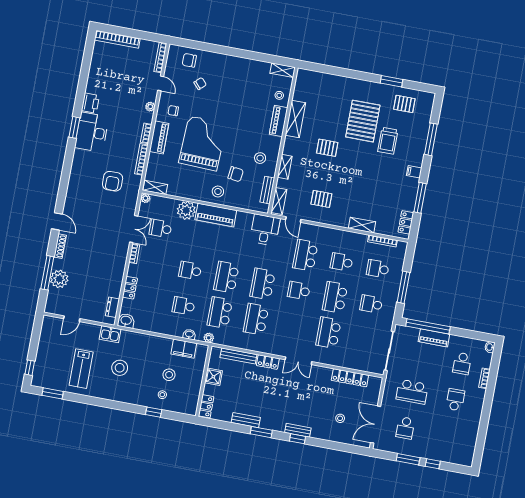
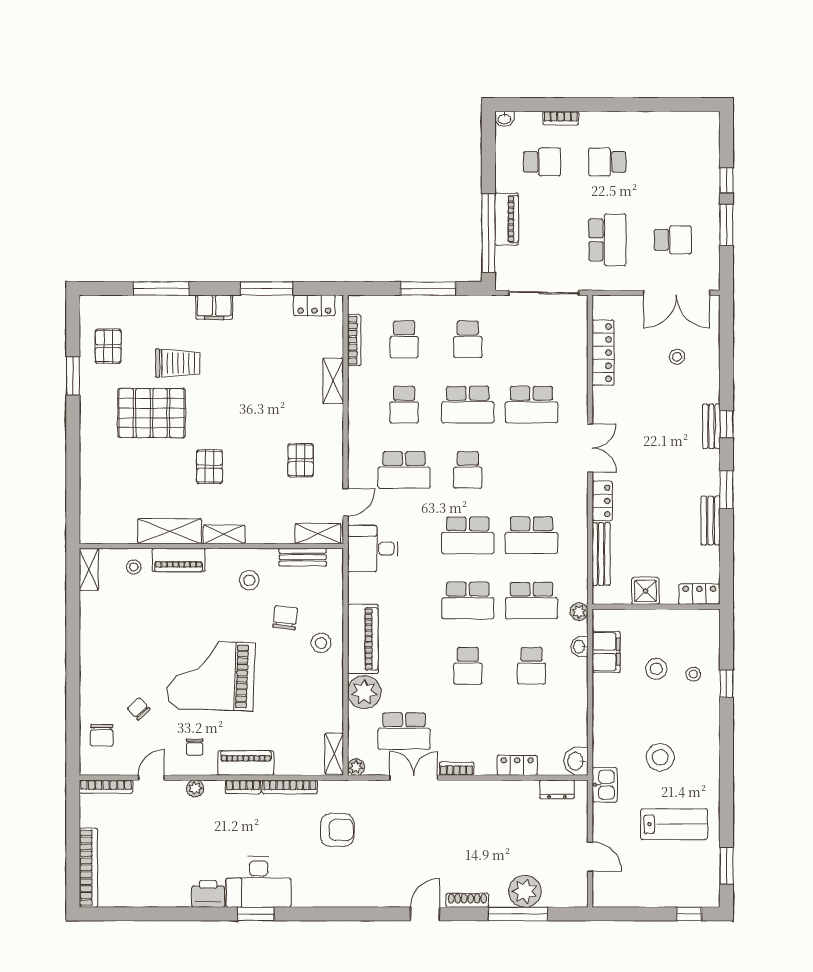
grand piano: (203, 143) -> (211, 675), moved
shelving: (285, 167) -> (224, 534), moved
filing cabinet: (414, 172) -> (214, 307), width x2.00
school desk: (160, 228) -> (404, 731), width x1.85

